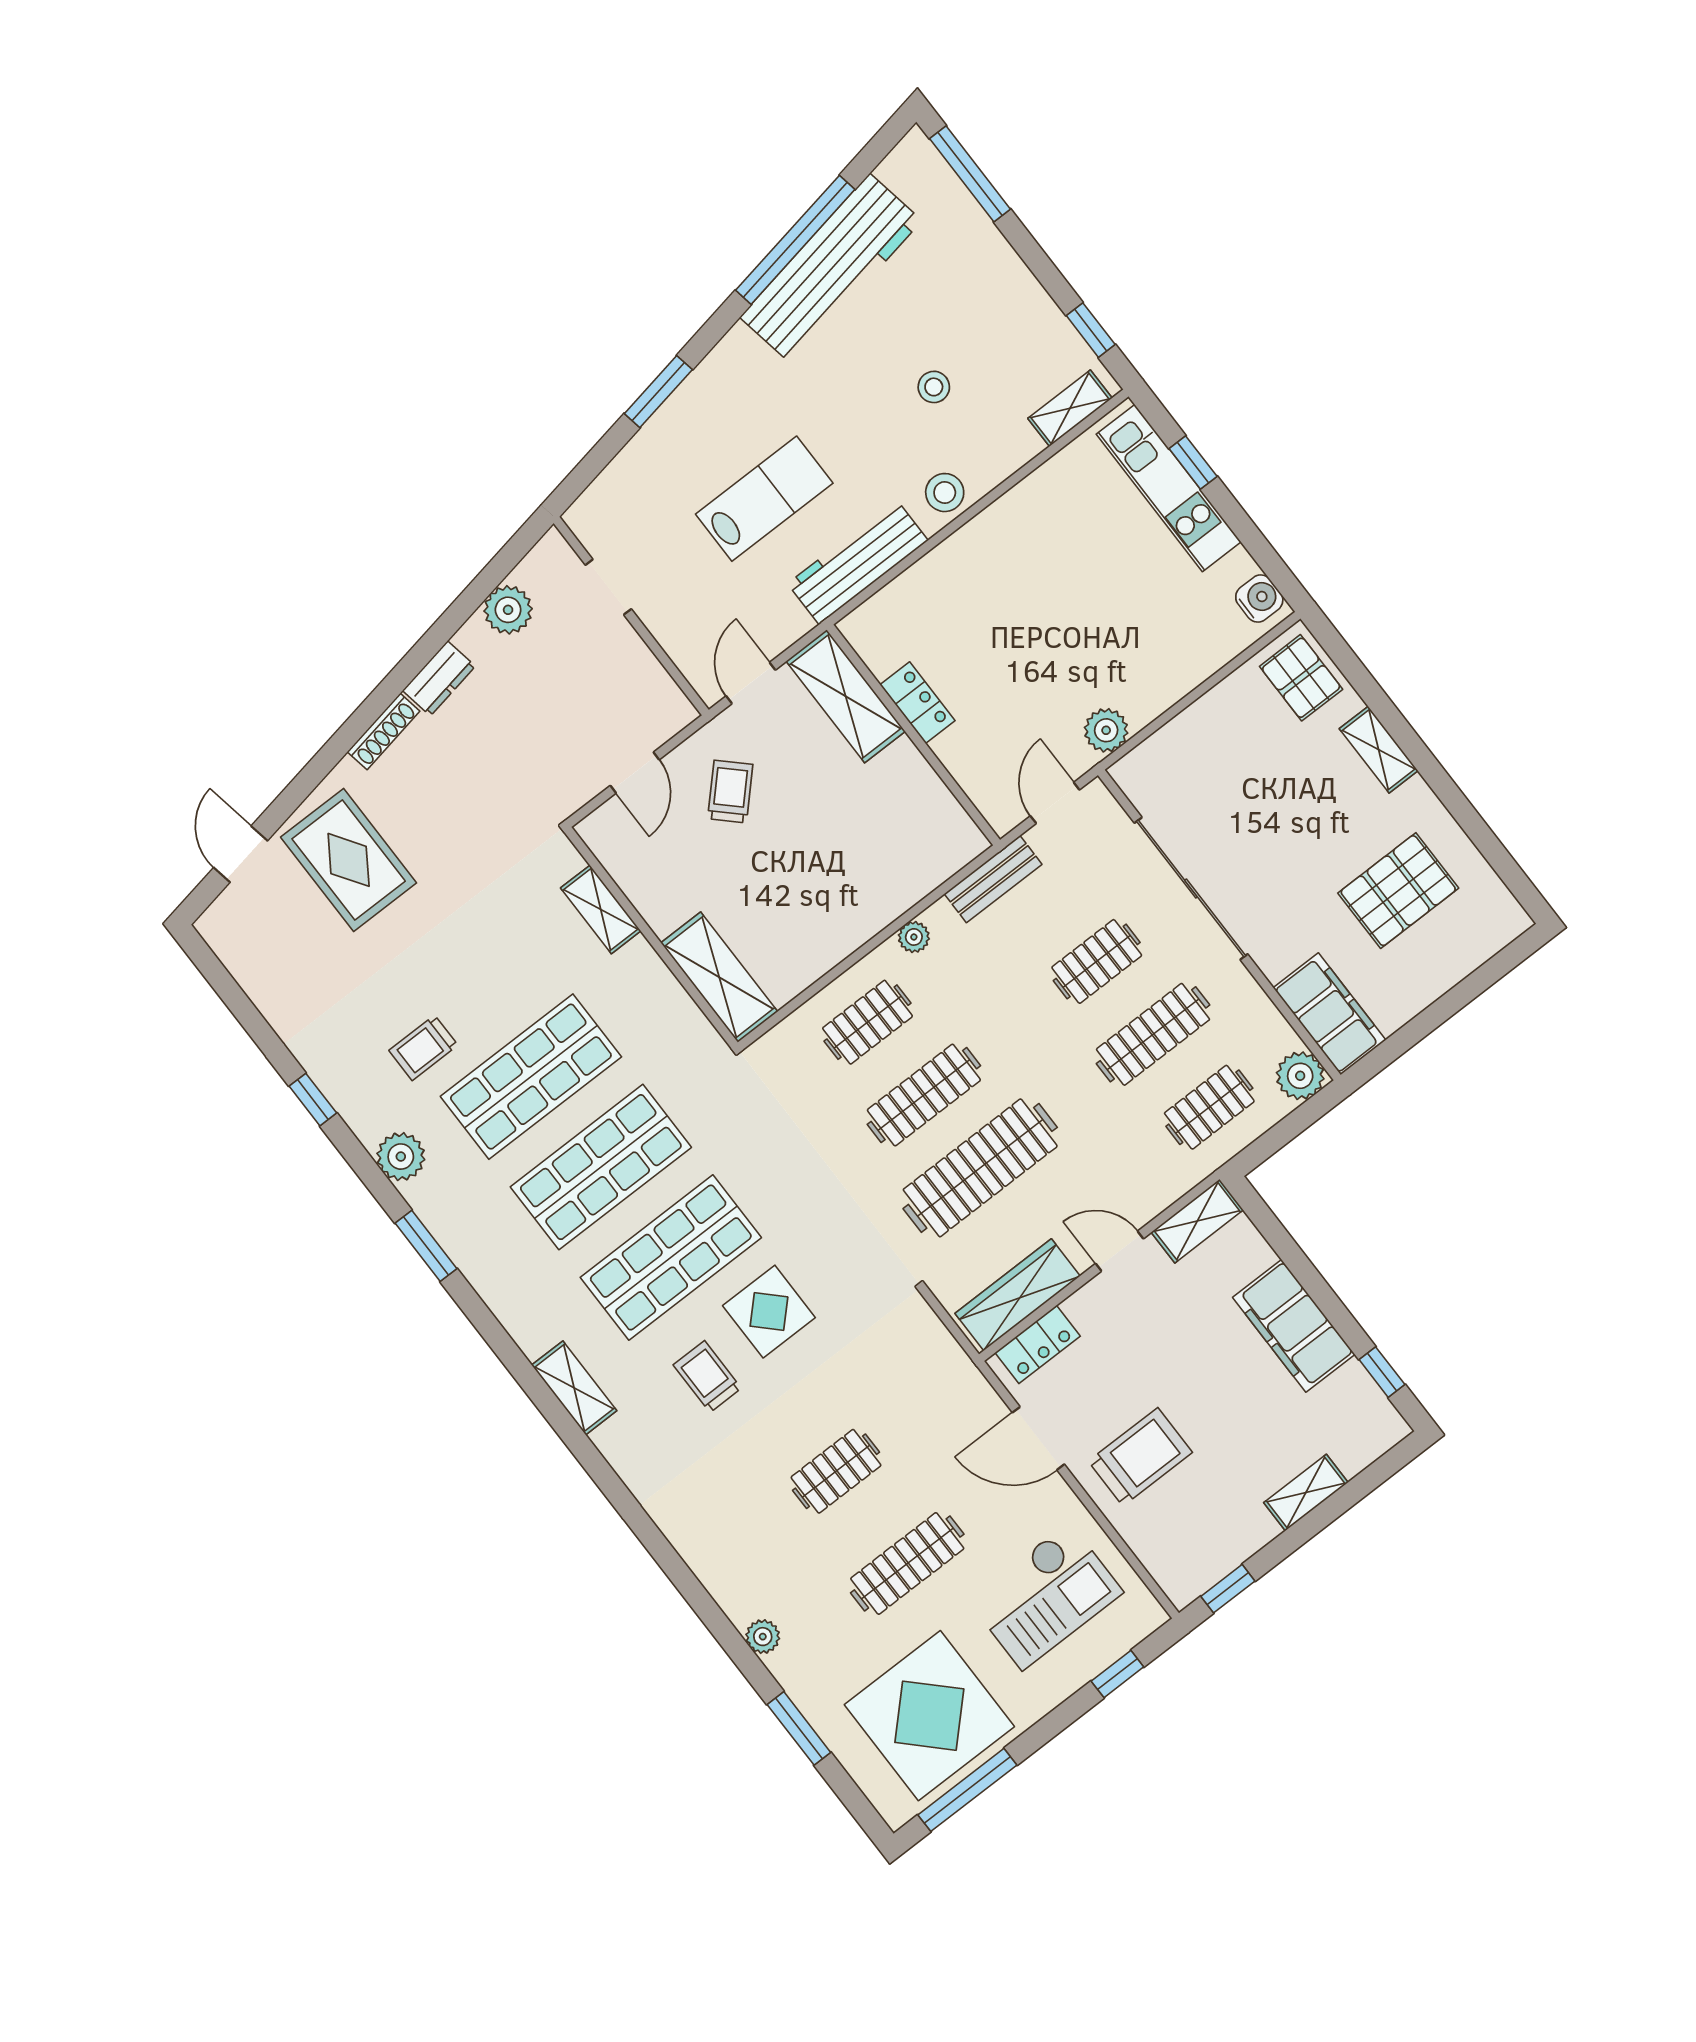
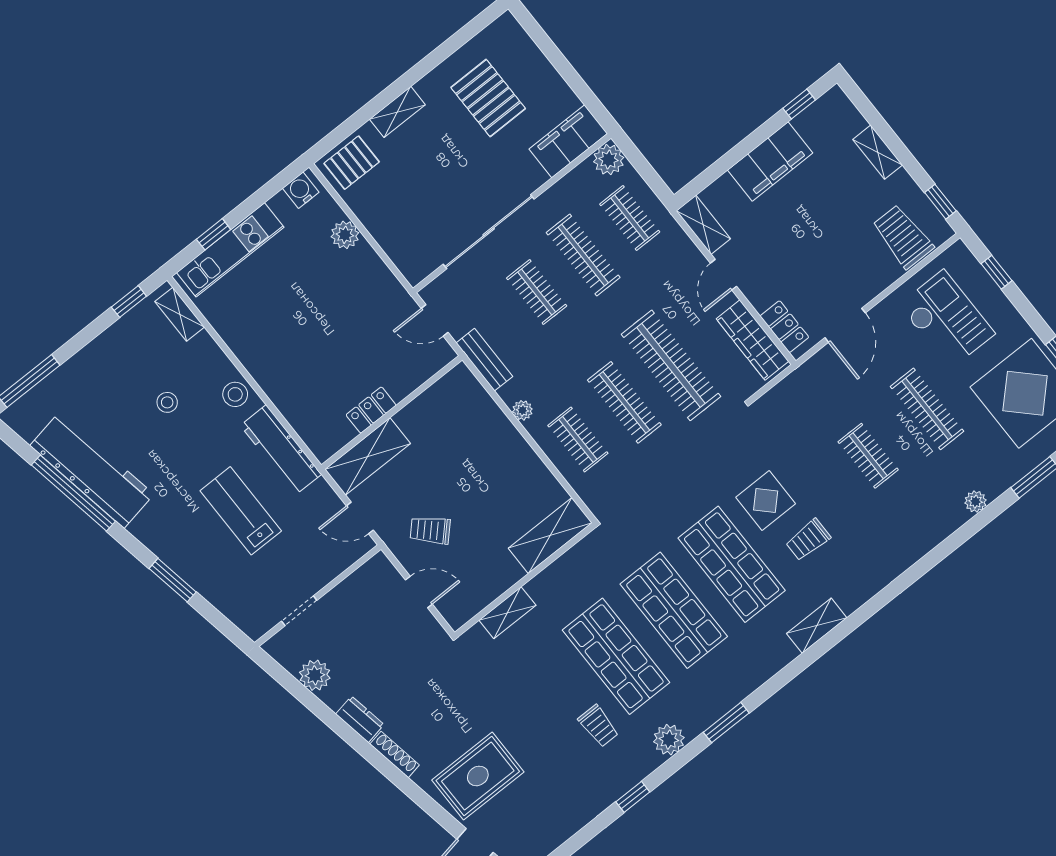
plant: (1106, 730) -> (345, 235), moved
trolley: (1140, 1457) -> (903, 237), moved

